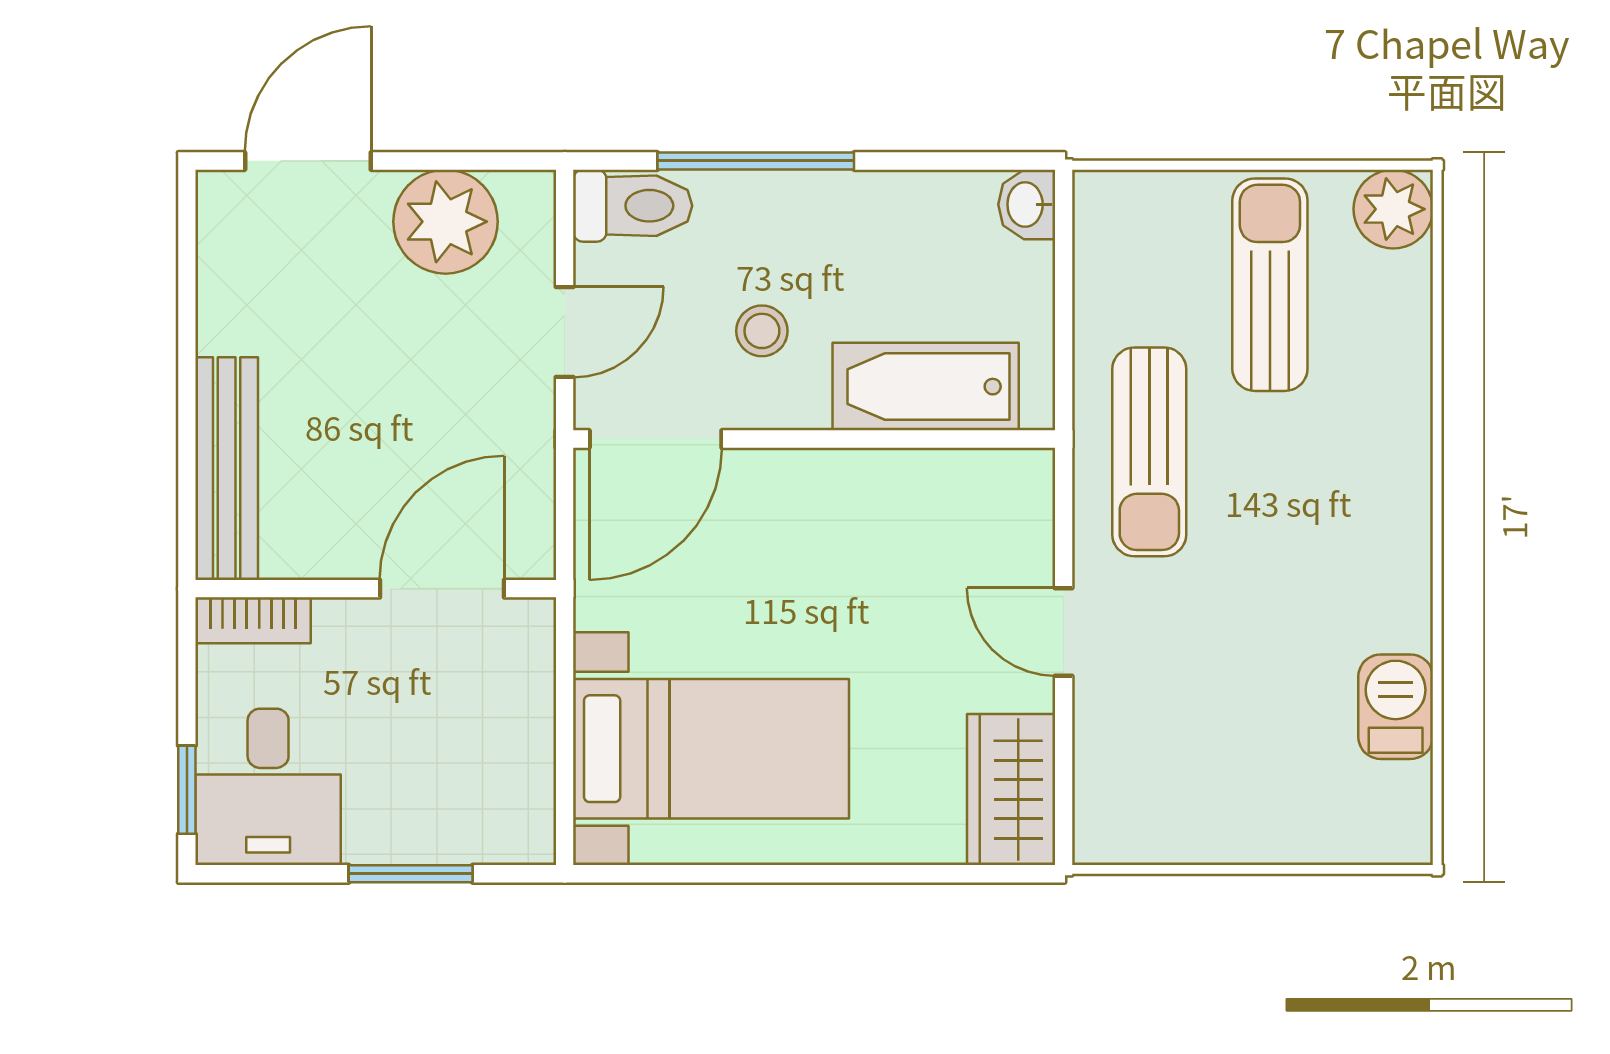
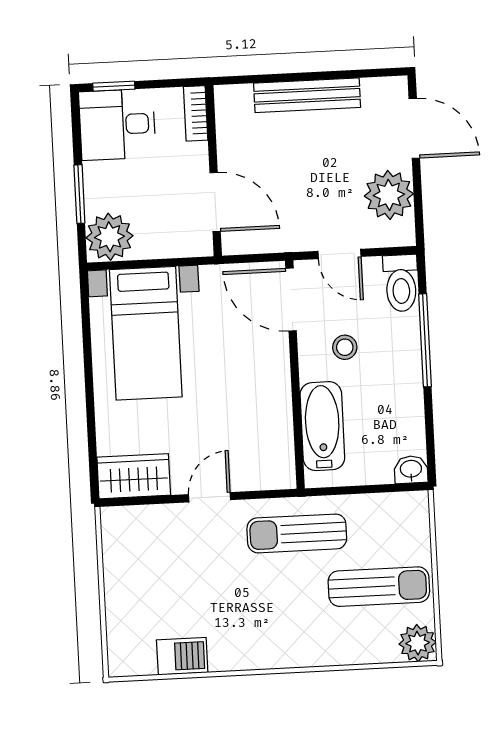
bench: (227, 469) -> (307, 95), moved
plant: (504, 815) -> (109, 237), added

